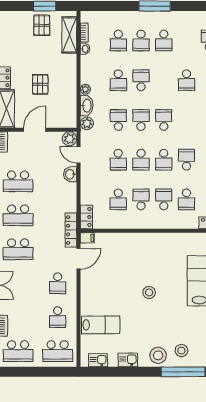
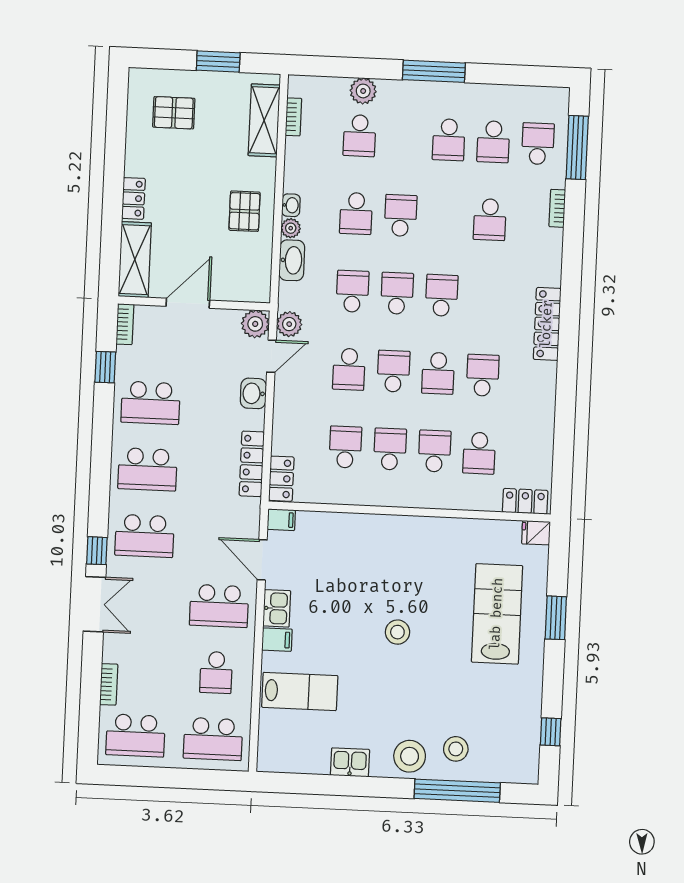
plant: (119, 18) -> (363, 91), added
pallet: (42, 25) -> (174, 113), moved, turned 90
school desk: (141, 41) -> (493, 142), moved
washbasin: (85, 49) -> (291, 205), moved
pallet: (40, 84) -> (245, 211), moved
plant: (87, 123) -> (289, 324), moved
door: (78, 155) -> (271, 356), swing flipped
school desk: (141, 160) -> (394, 371), turned 180
school desk: (118, 199) -> (345, 447), turned 180
locker: (71, 230) -> (252, 464), moved
door: (78, 259) -> (262, 560), swing flipped
school desk: (58, 283) -> (219, 606), width x1.85
filing cabinet: (88, 299) -> (277, 640), added
kitchen sink: (98, 360) -> (277, 608), moved, turned 90

